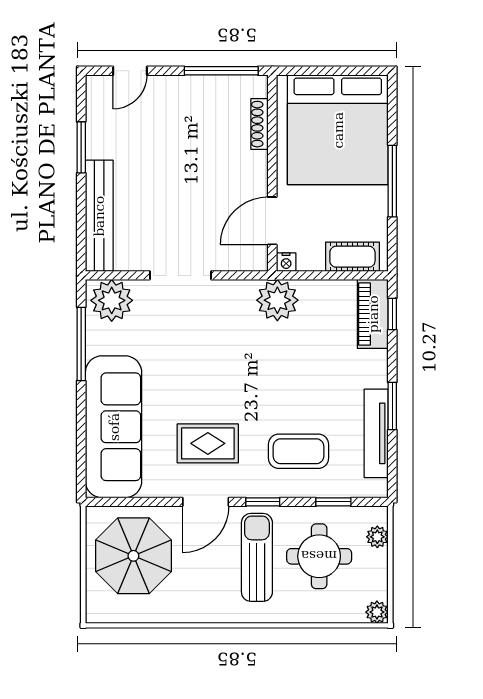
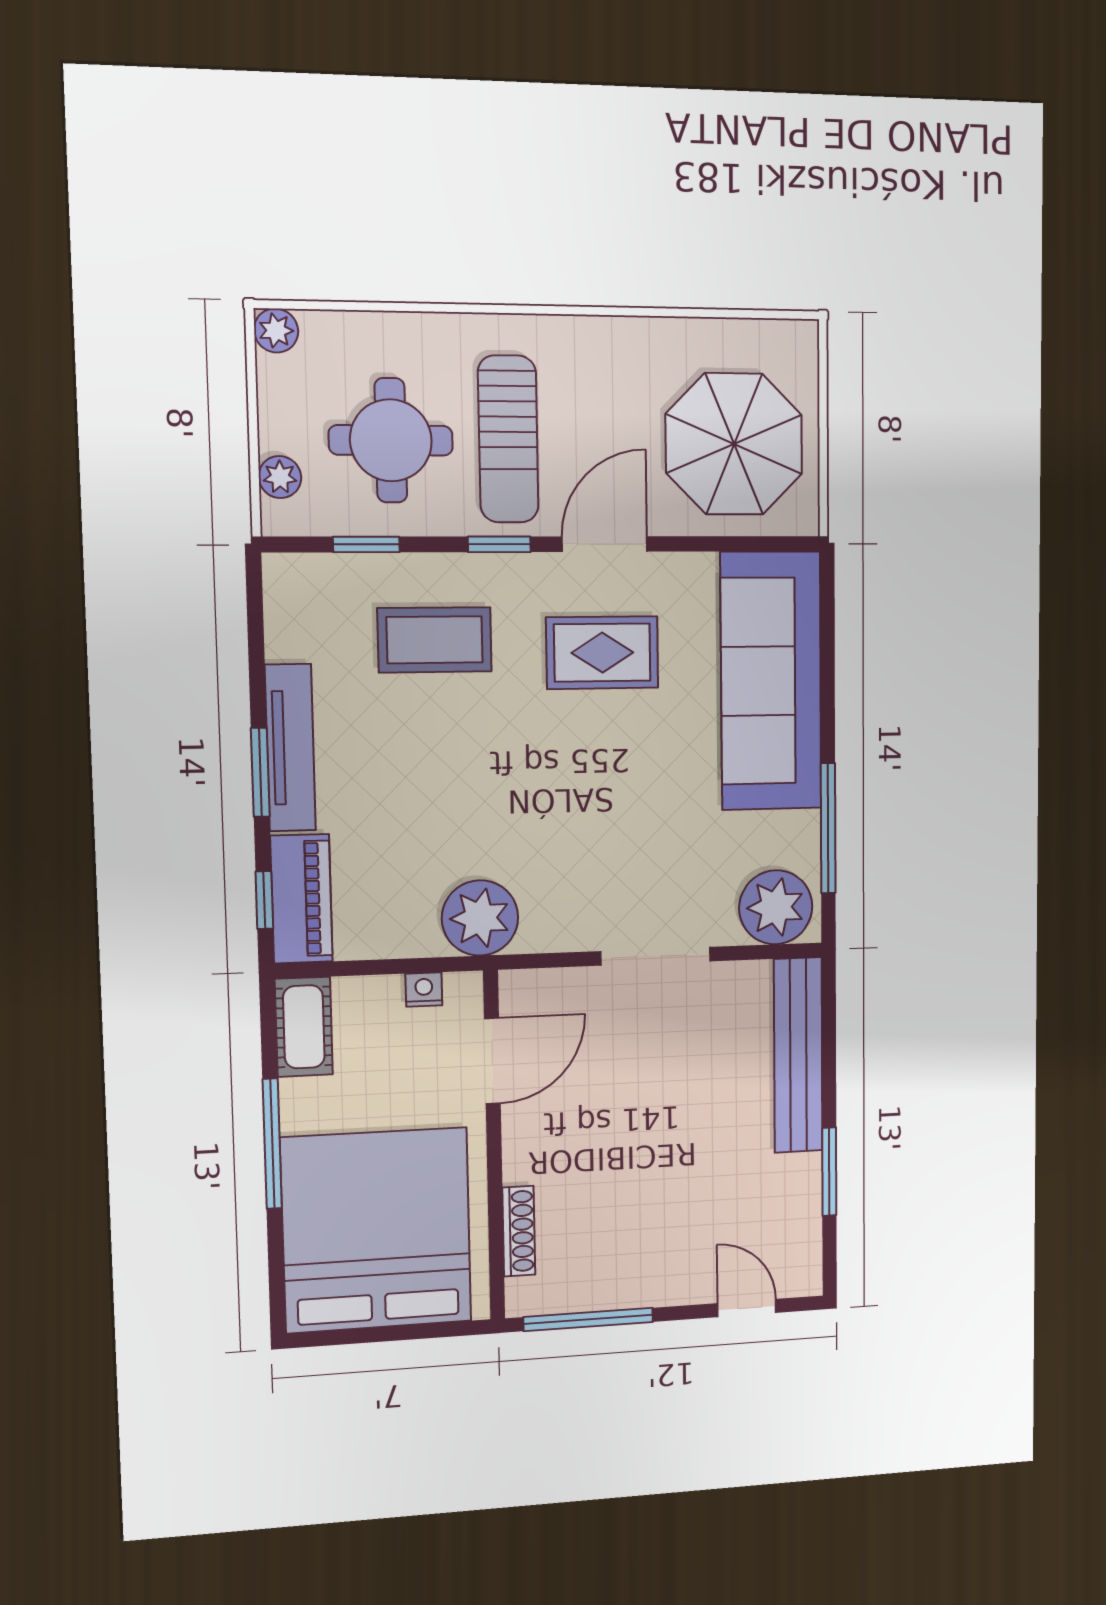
door: (130, 71) -> (747, 1308), hinge flipped
cot: (352, 257) -> (304, 1027), moved, turned 90
nightstand: (286, 262) -> (424, 990), moved
window: (392, 406) -> (260, 772), moved
tv unit: (376, 433) -> (290, 748), moved

